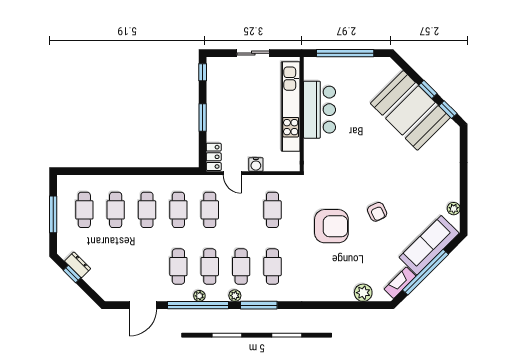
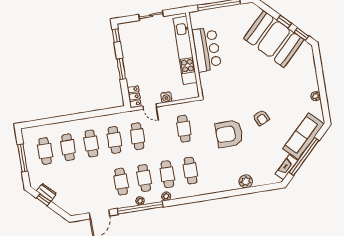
plant: (454, 209) -> (316, 96), moved
armchair: (331, 226) -> (229, 134), turned 180
plant: (363, 293) -> (246, 181), moved
window: (259, 305) -> (185, 201), removed

